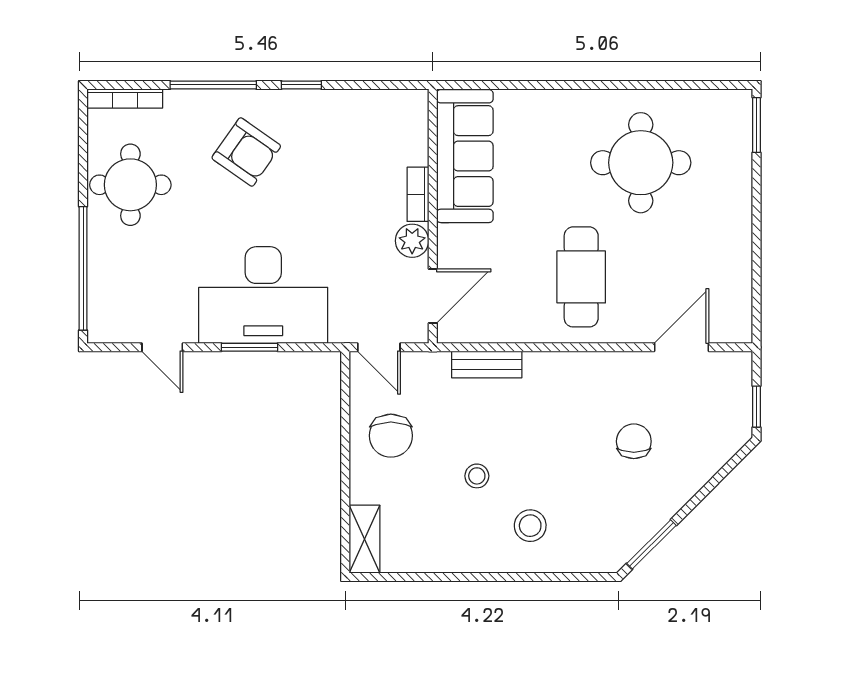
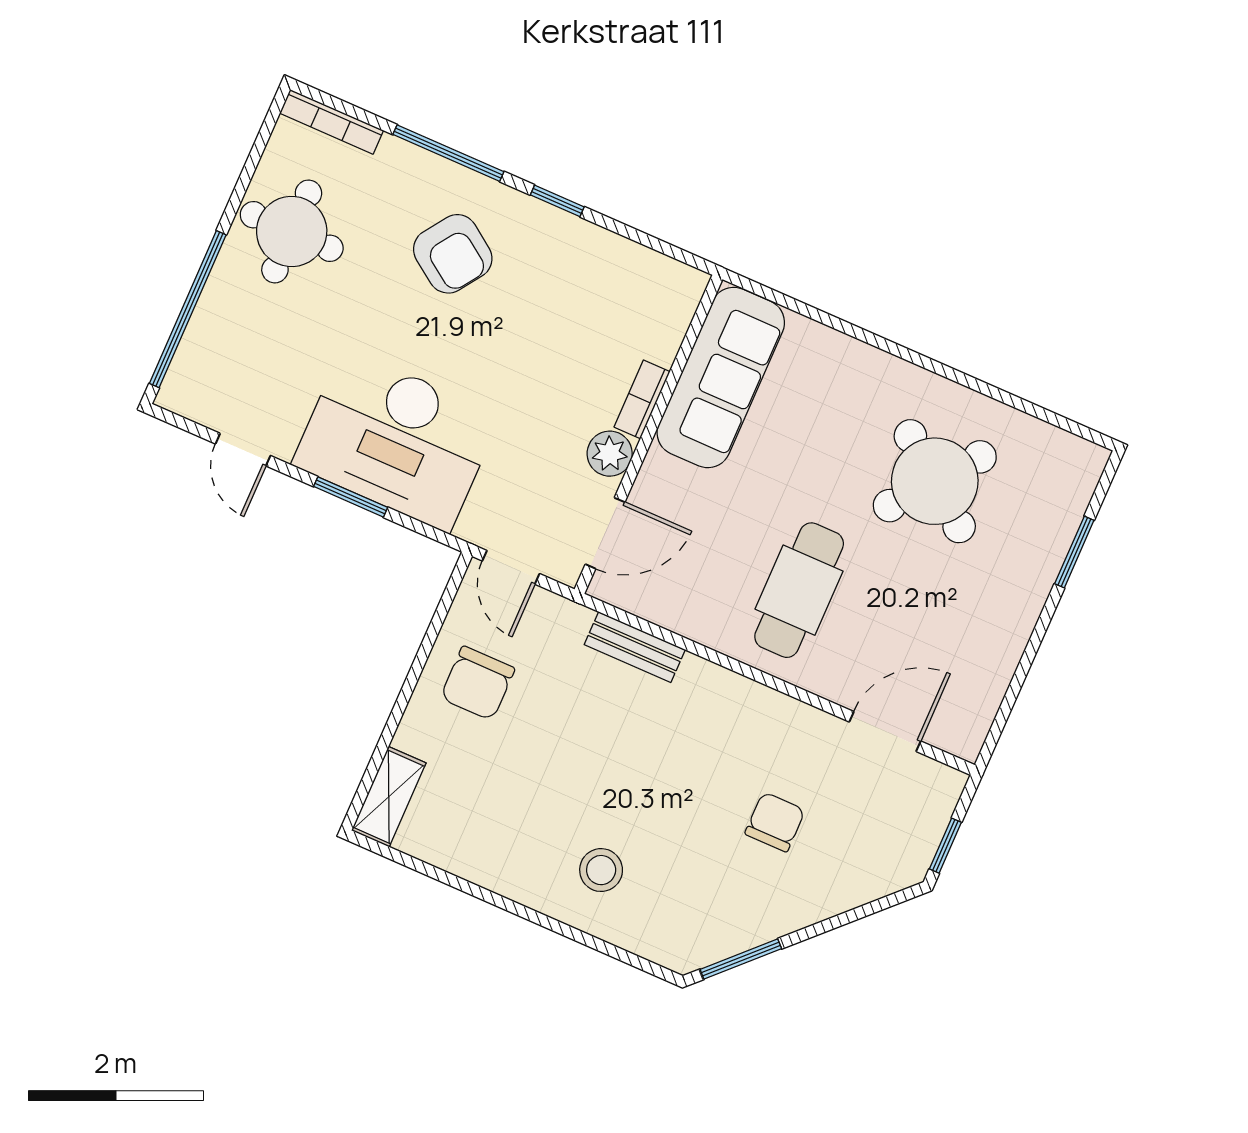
window: (756, 125) -> (1074, 552), moved
round table: (641, 163) -> (935, 481), turned 38
stool: (477, 476) -> (562, 780), removed

